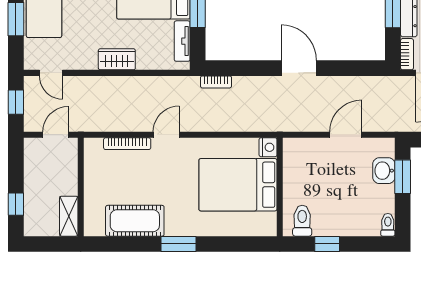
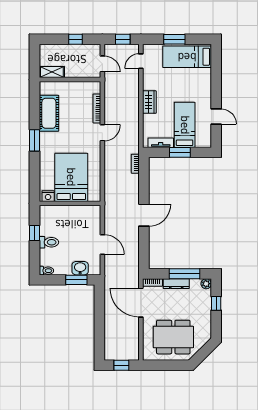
door: (166, 135) -> (102, 133), hinge flipped
nightstand: (268, 147) -> (48, 196), moved
window: (16, 204) -> (76, 39), moved
toilet: (302, 221) -> (49, 242), moved

